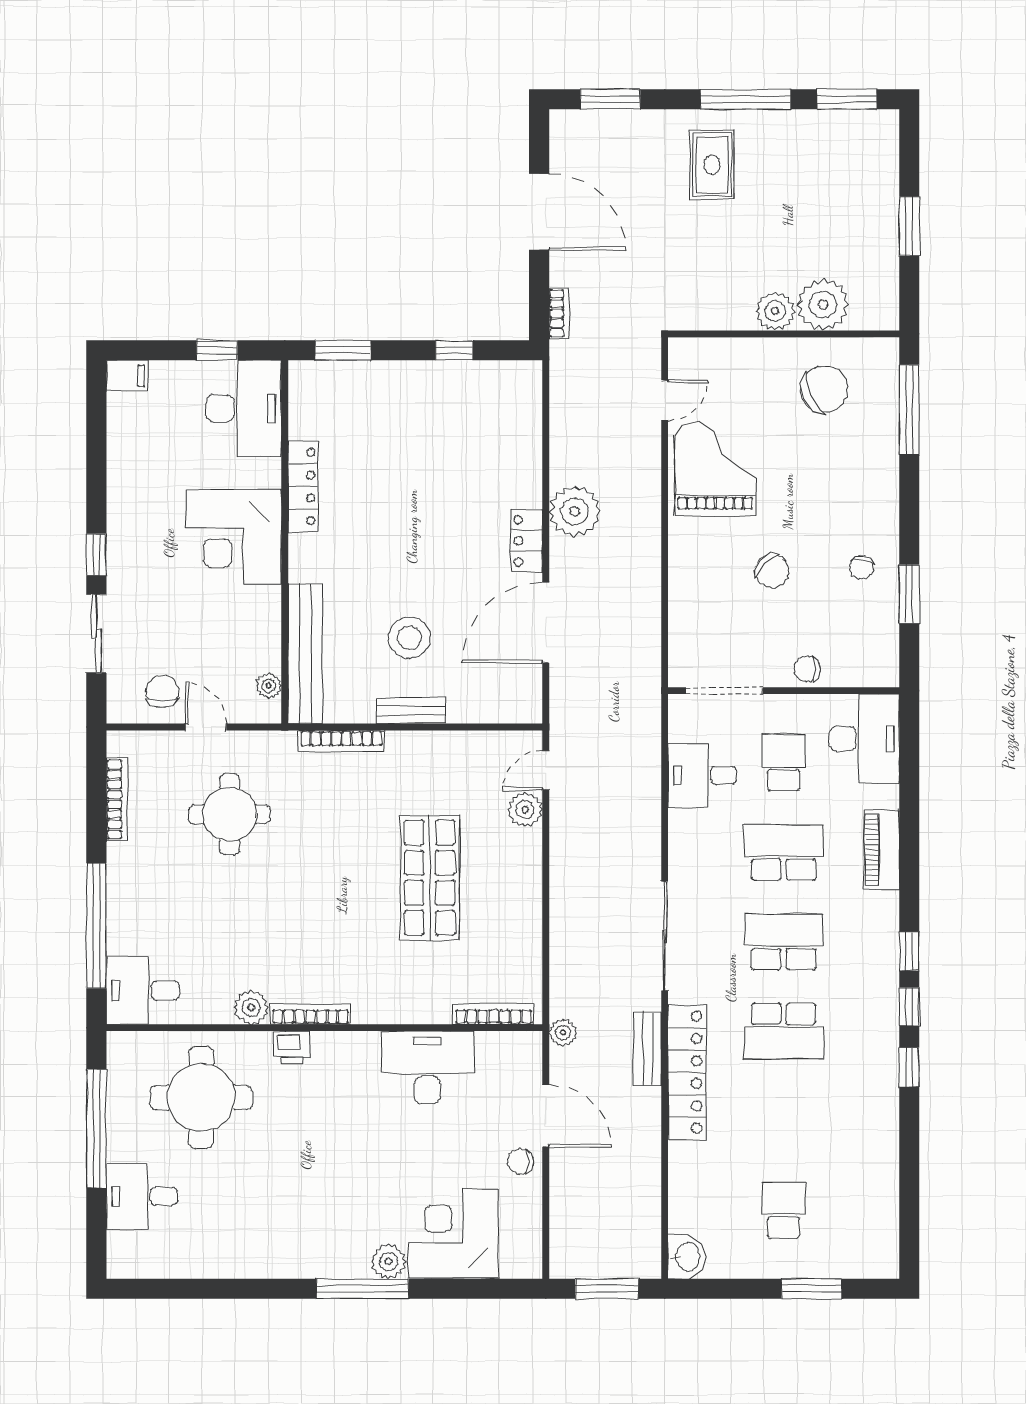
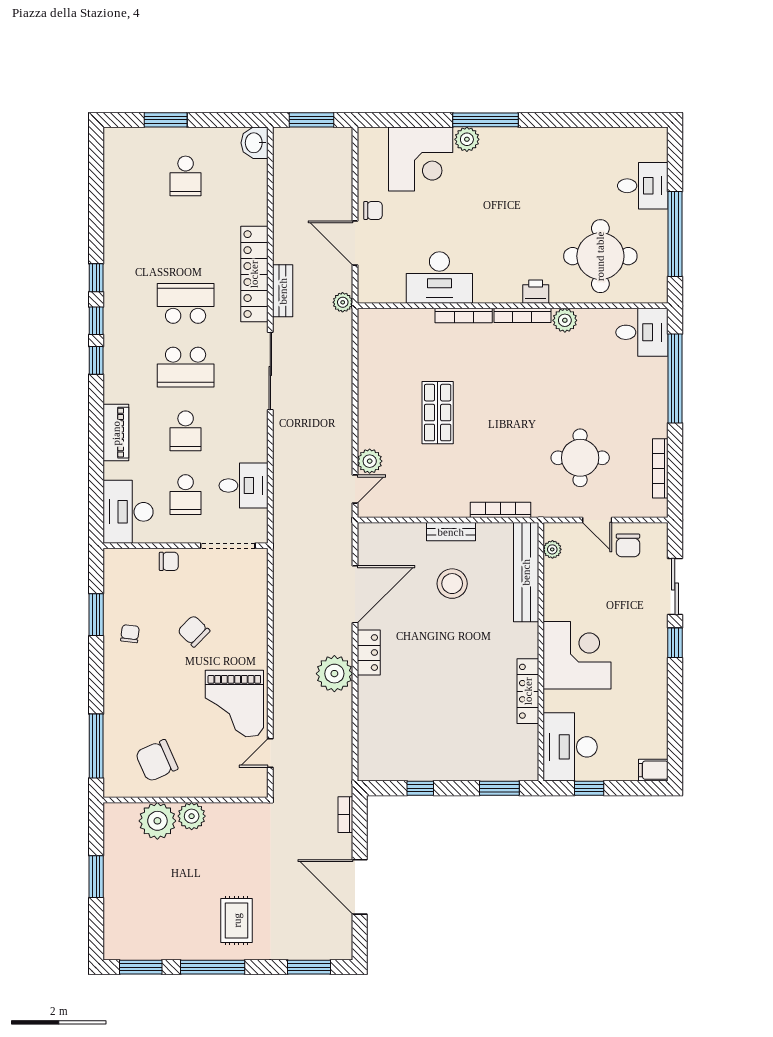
school desk: (784, 852) -> (186, 431), width x0.54
shop shelf: (430, 878) -> (438, 413), width x0.70, depth x0.74
bookcase: (494, 1014) -> (464, 315), moved

